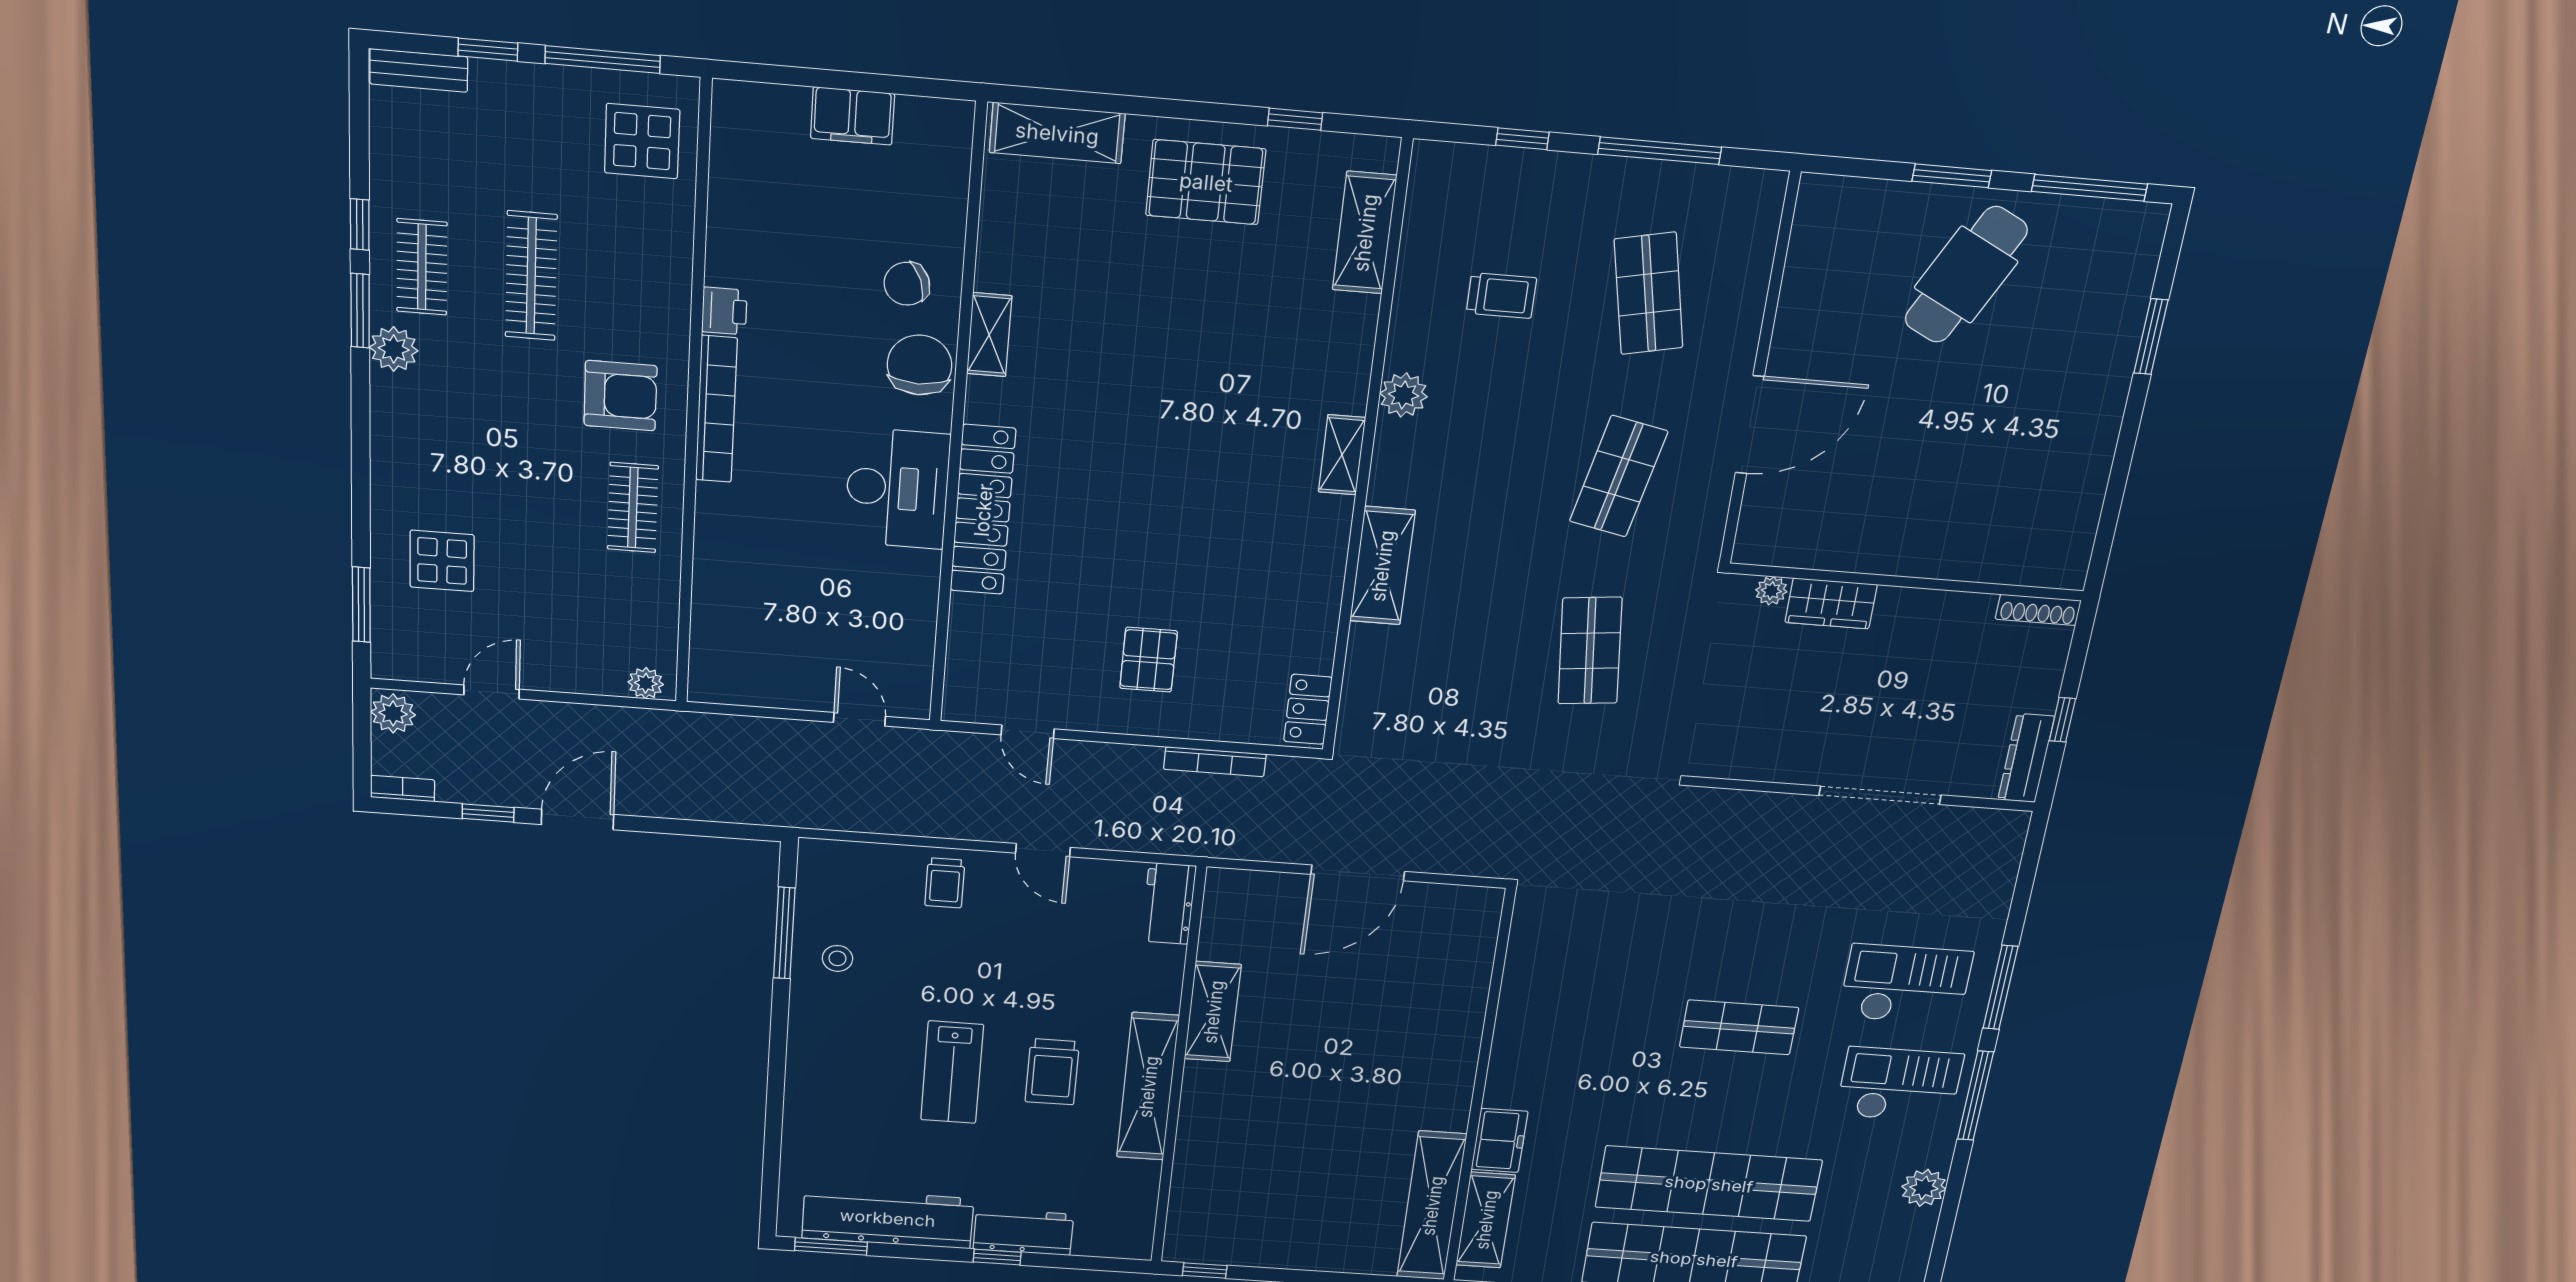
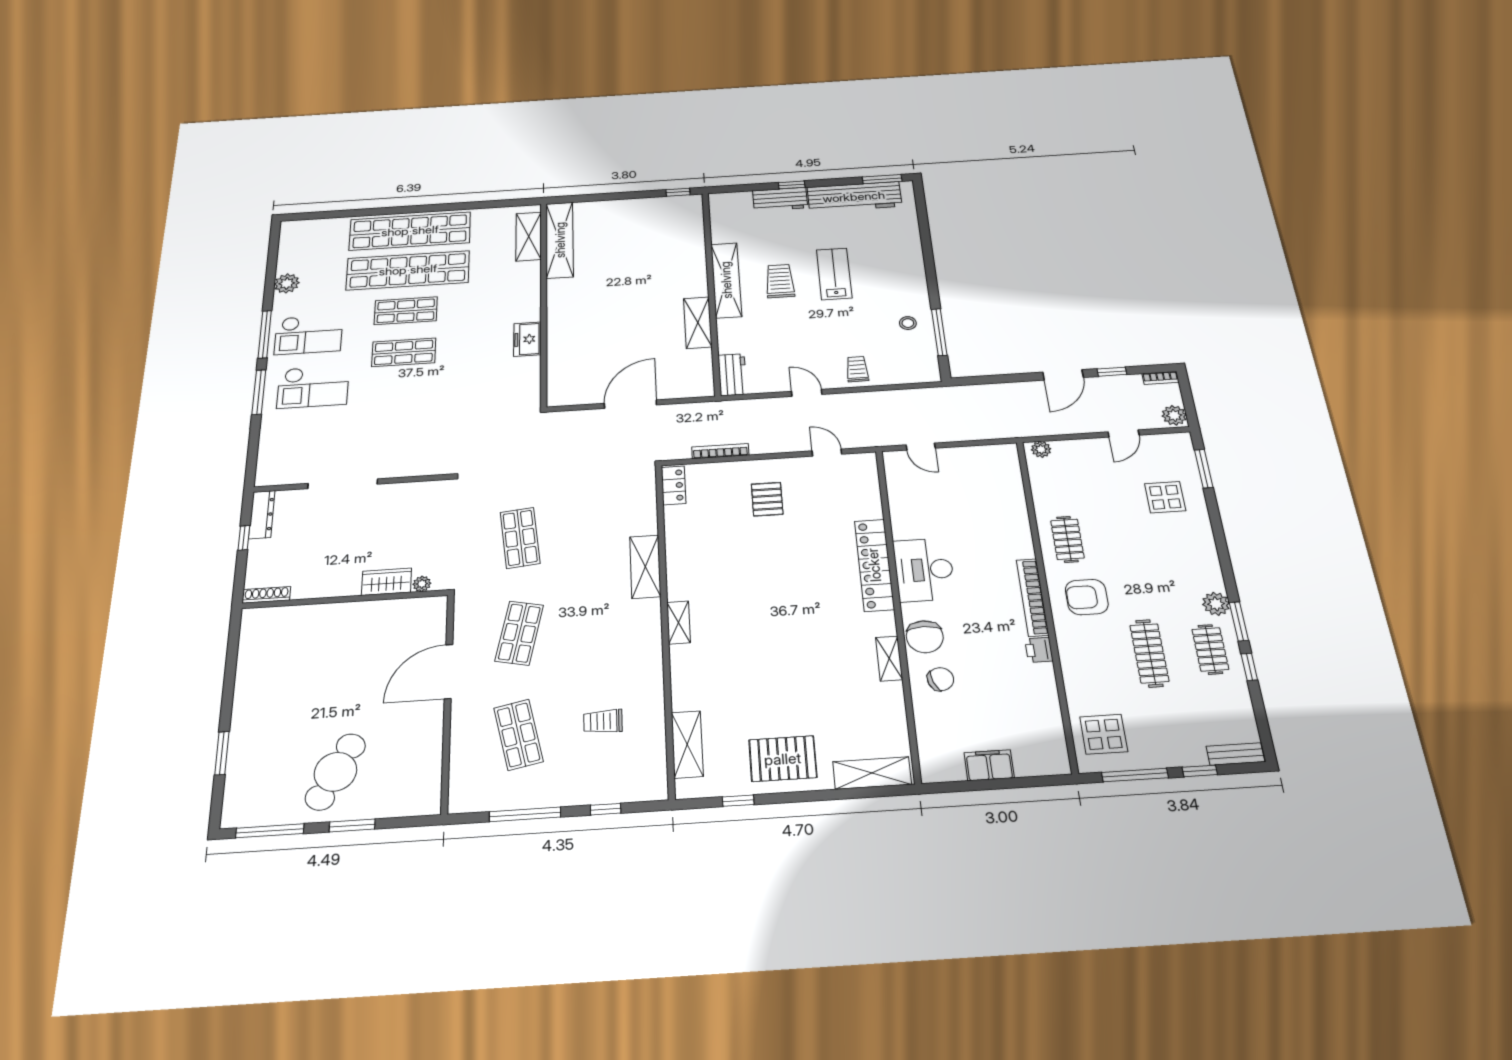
plant: (1404, 395) -> (649, 659), removed
shop shelf: (1724, 1106) -> (406, 311), added
freezer: (1499, 1140) -> (527, 339), moved

